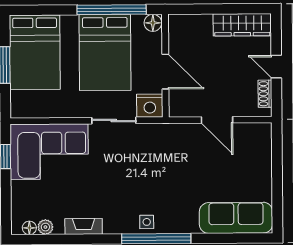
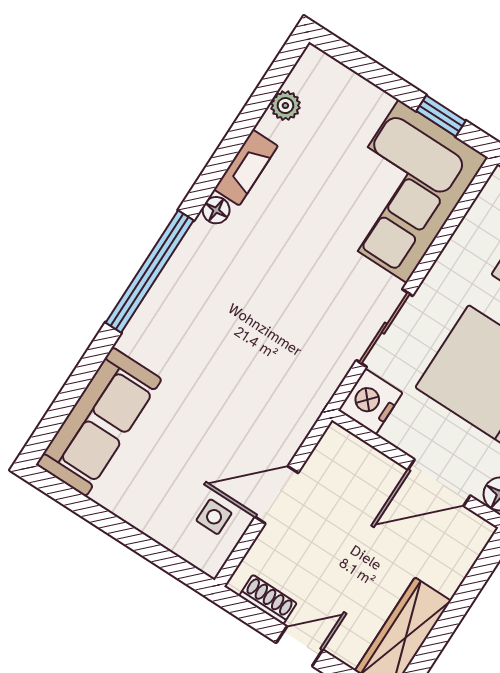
door: (165, 72) -> (439, 483), moved
side table: (147, 222) -> (214, 517), moved
floor lamp: (29, 228) -> (216, 210), moved

